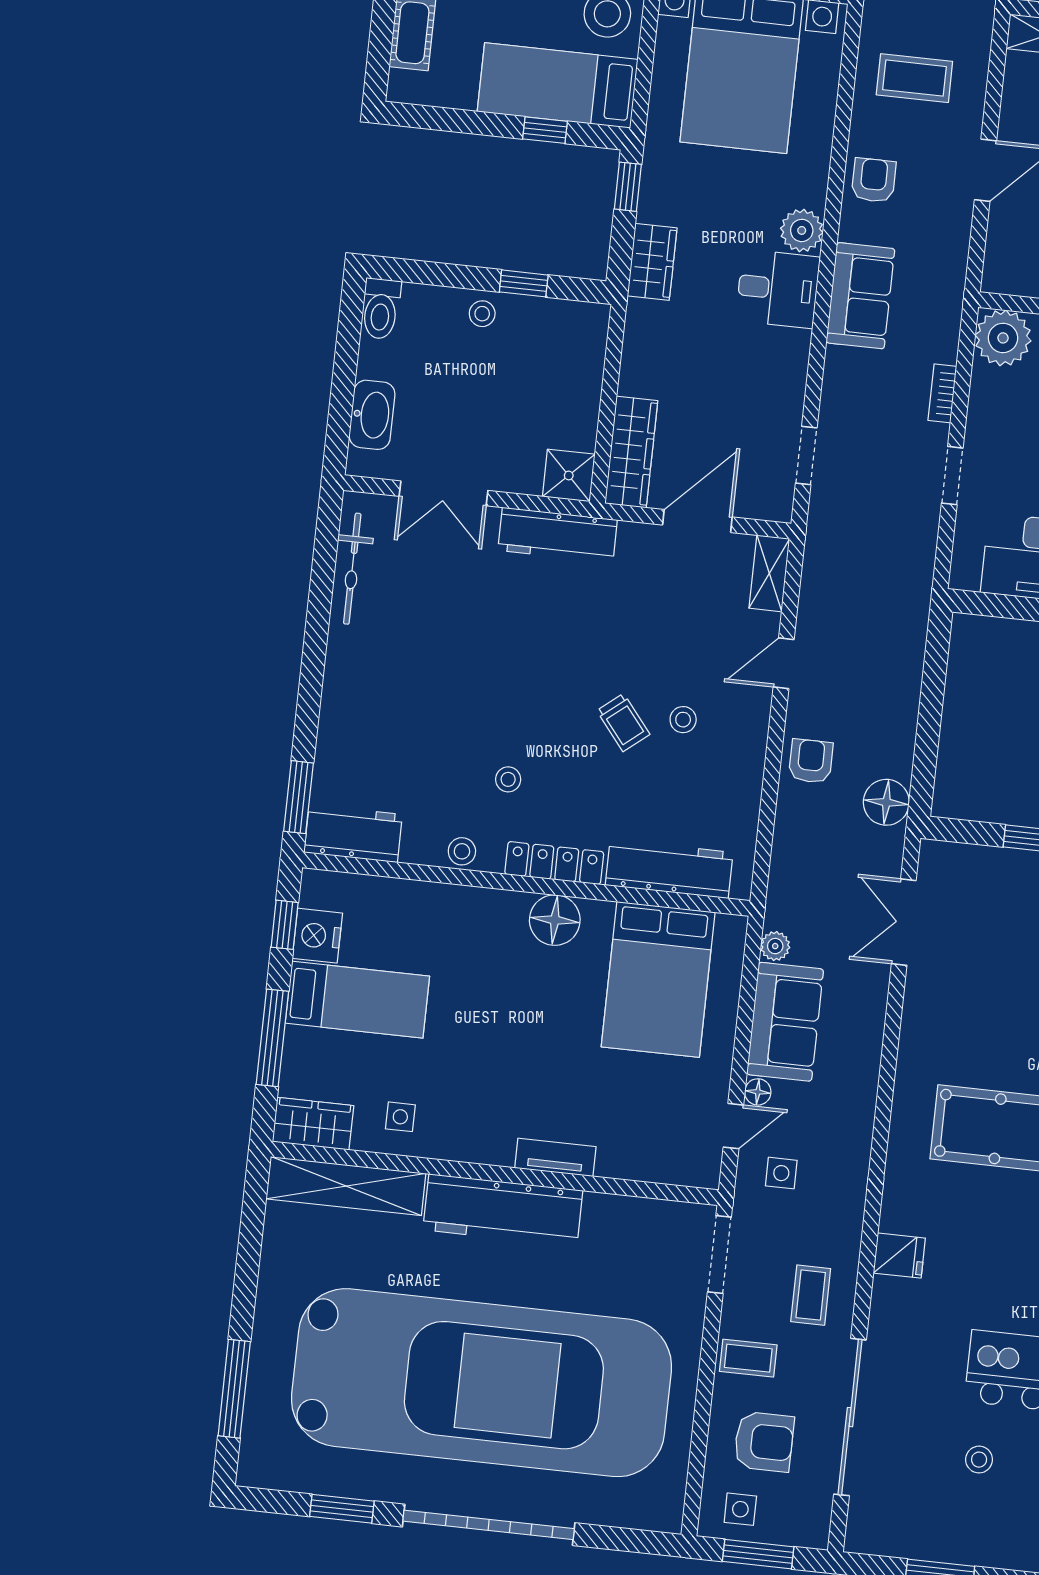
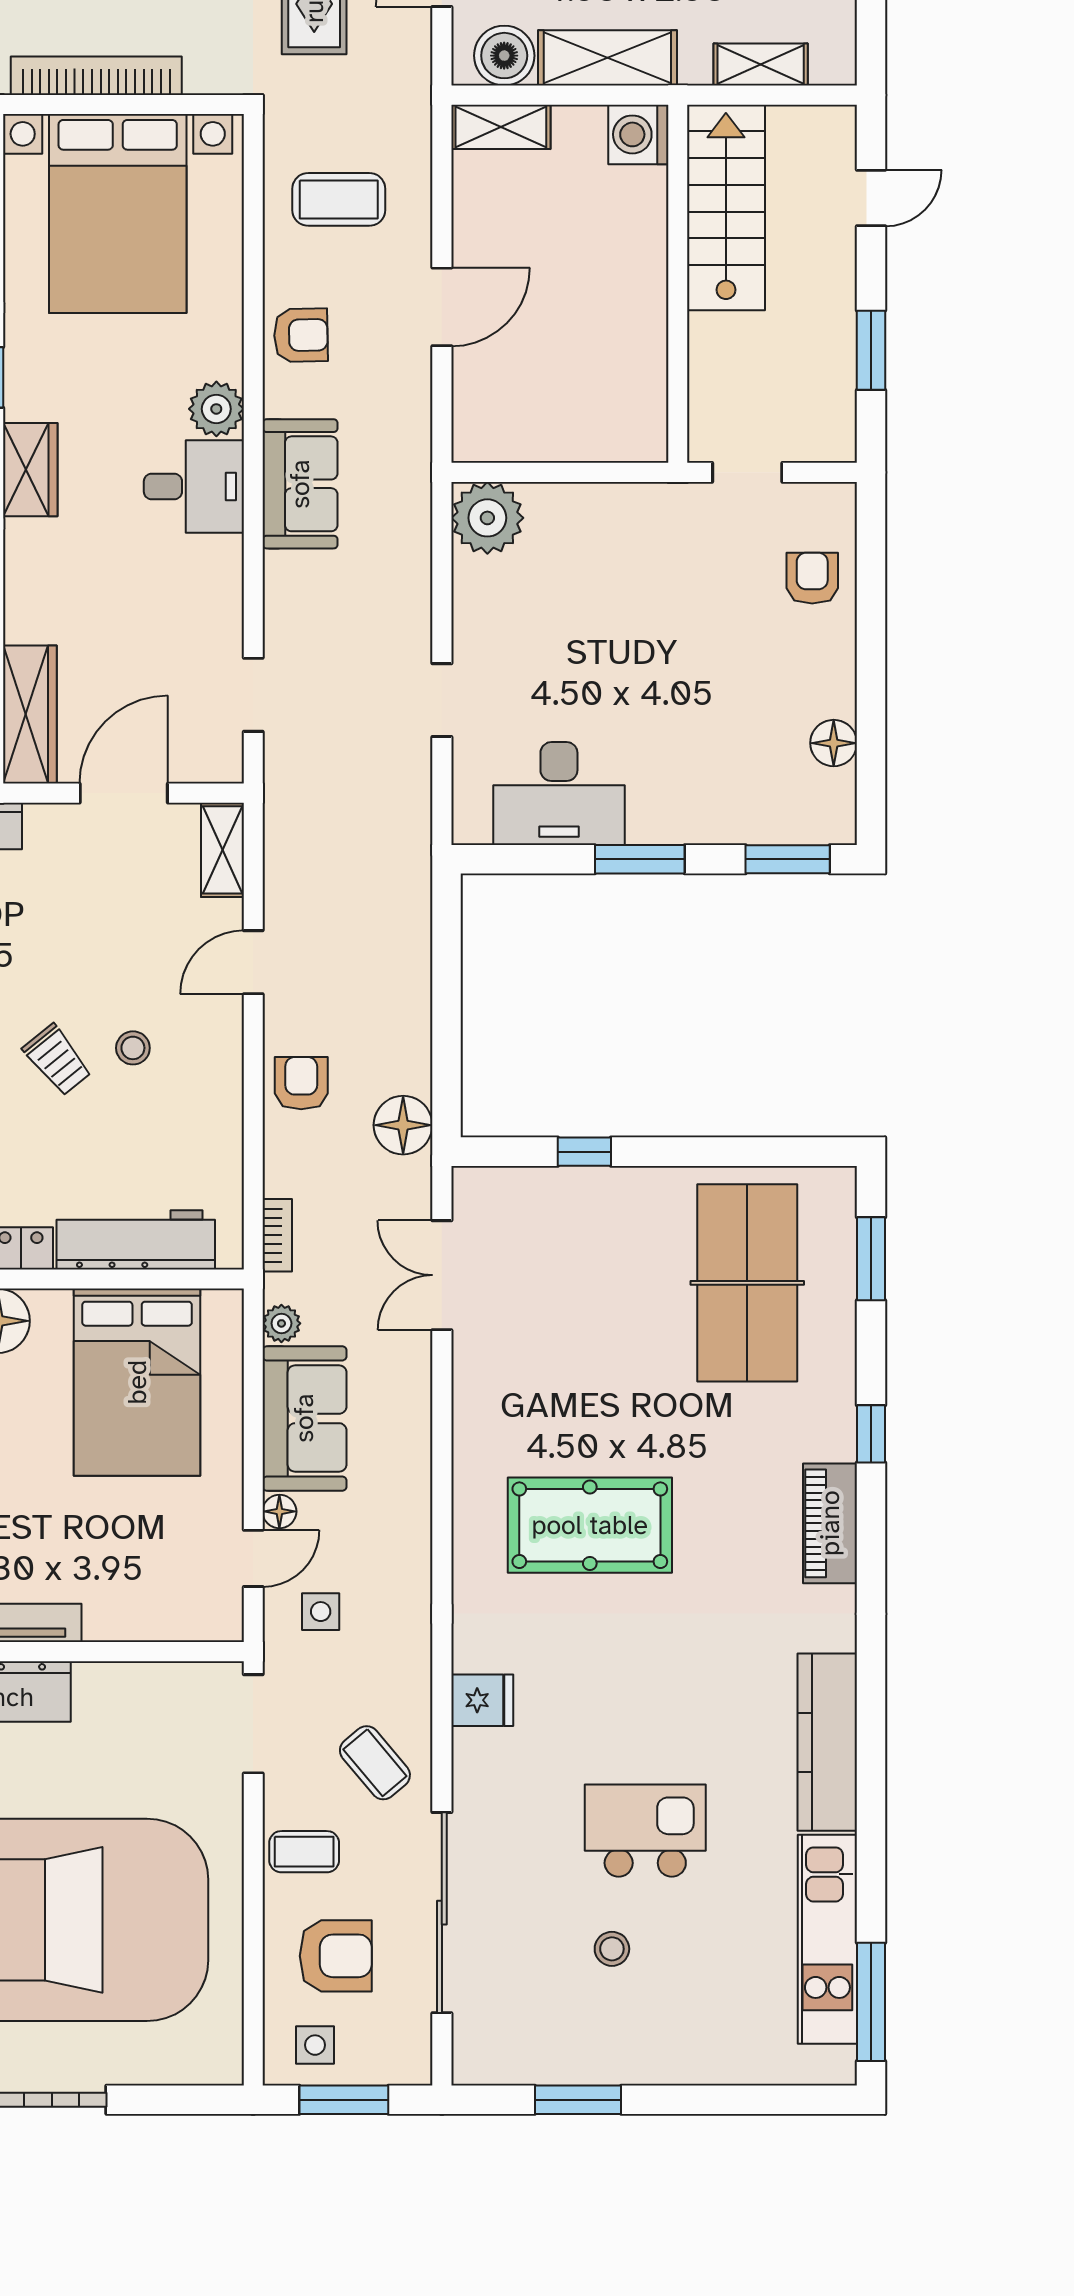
armchair: (874, 180) -> (301, 335), turned 89
bookcase: (942, 393) -> (277, 1235), moved, turned 180
coffee table: (811, 1295) -> (375, 1763), turned -40

